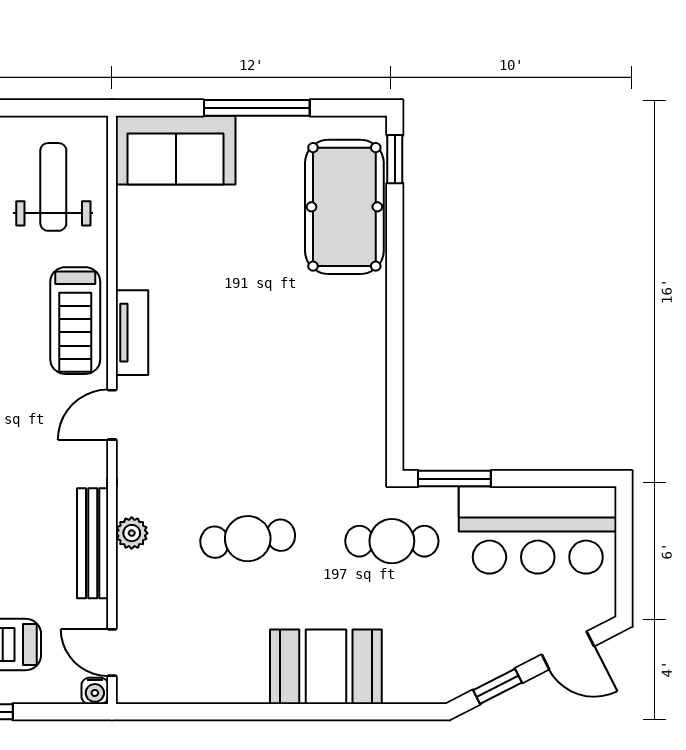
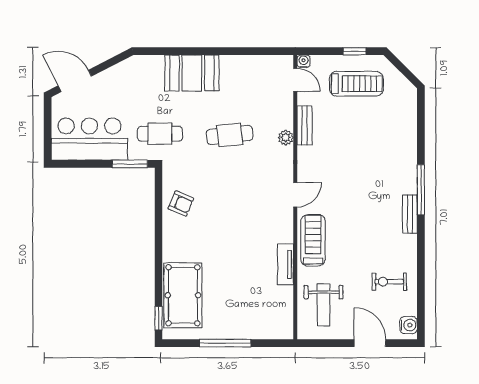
sofa: (176, 150) -> (265, 323), removed
tv unit: (132, 333) -> (286, 264), moved
armchair: (349, 397) -> (181, 203), added
bench: (93, 543) -> (305, 126), width x0.73
door: (568, 650) -> (75, 81), width x1.37
window: (498, 686) -> (109, 63), removed

